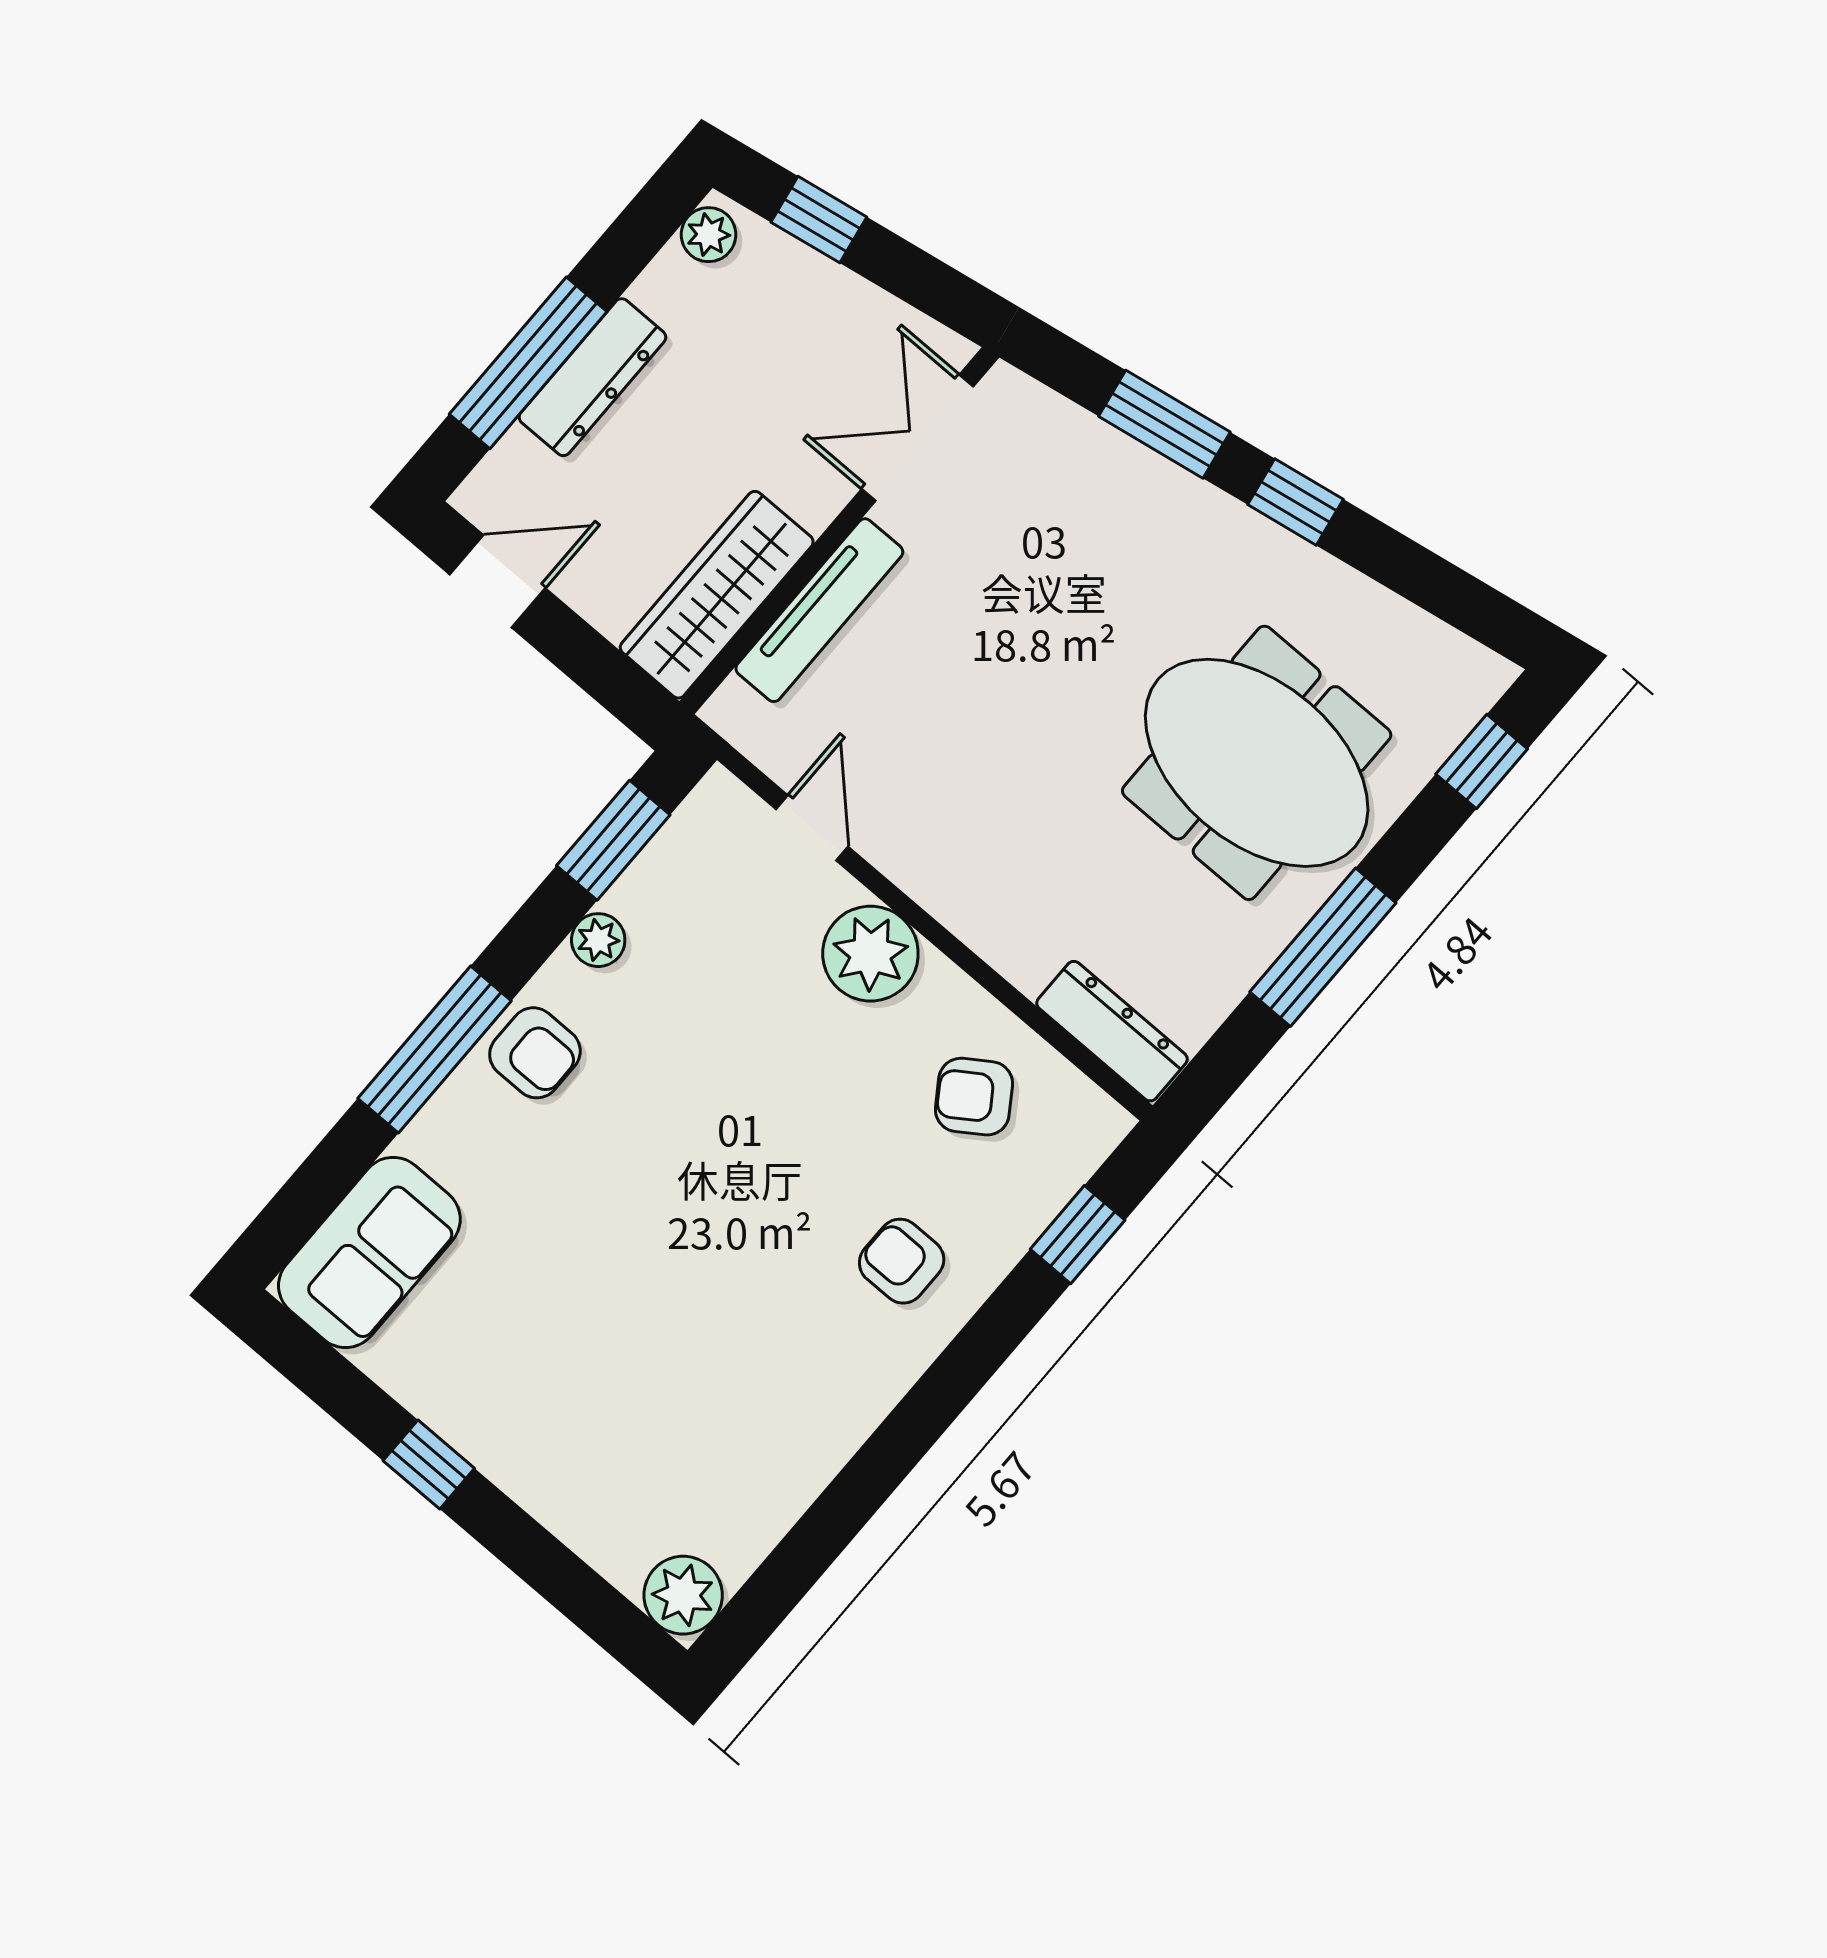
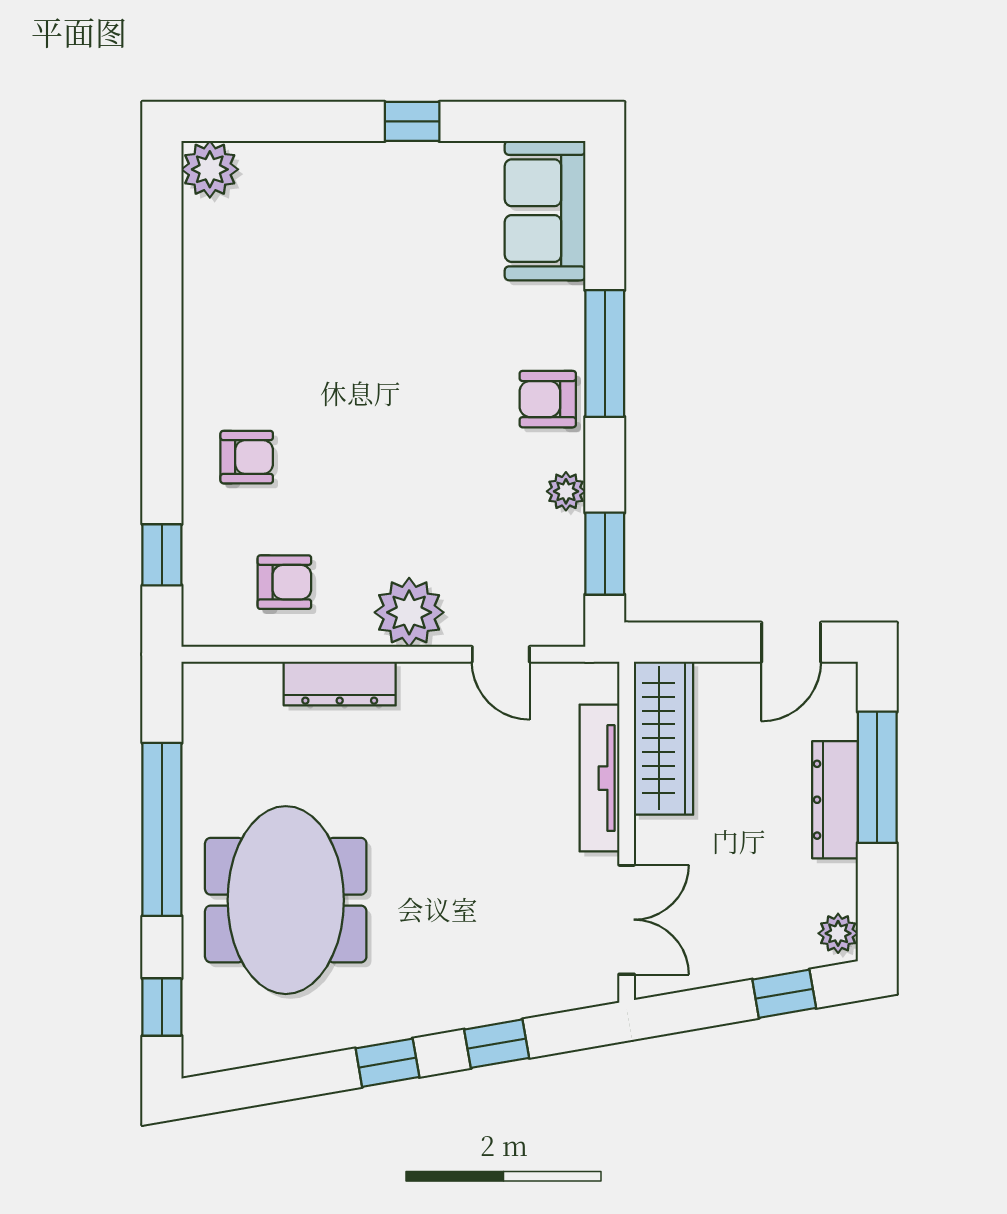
window: (1164, 424) -> (497, 1044), width x0.67
meeting table: (1257, 763) -> (286, 900), turned 90
window: (1323, 947) -> (162, 829), width x1.46
dresser: (1112, 1031) -> (340, 684), moved
armchair: (974, 1097) -> (284, 582), turned 34

